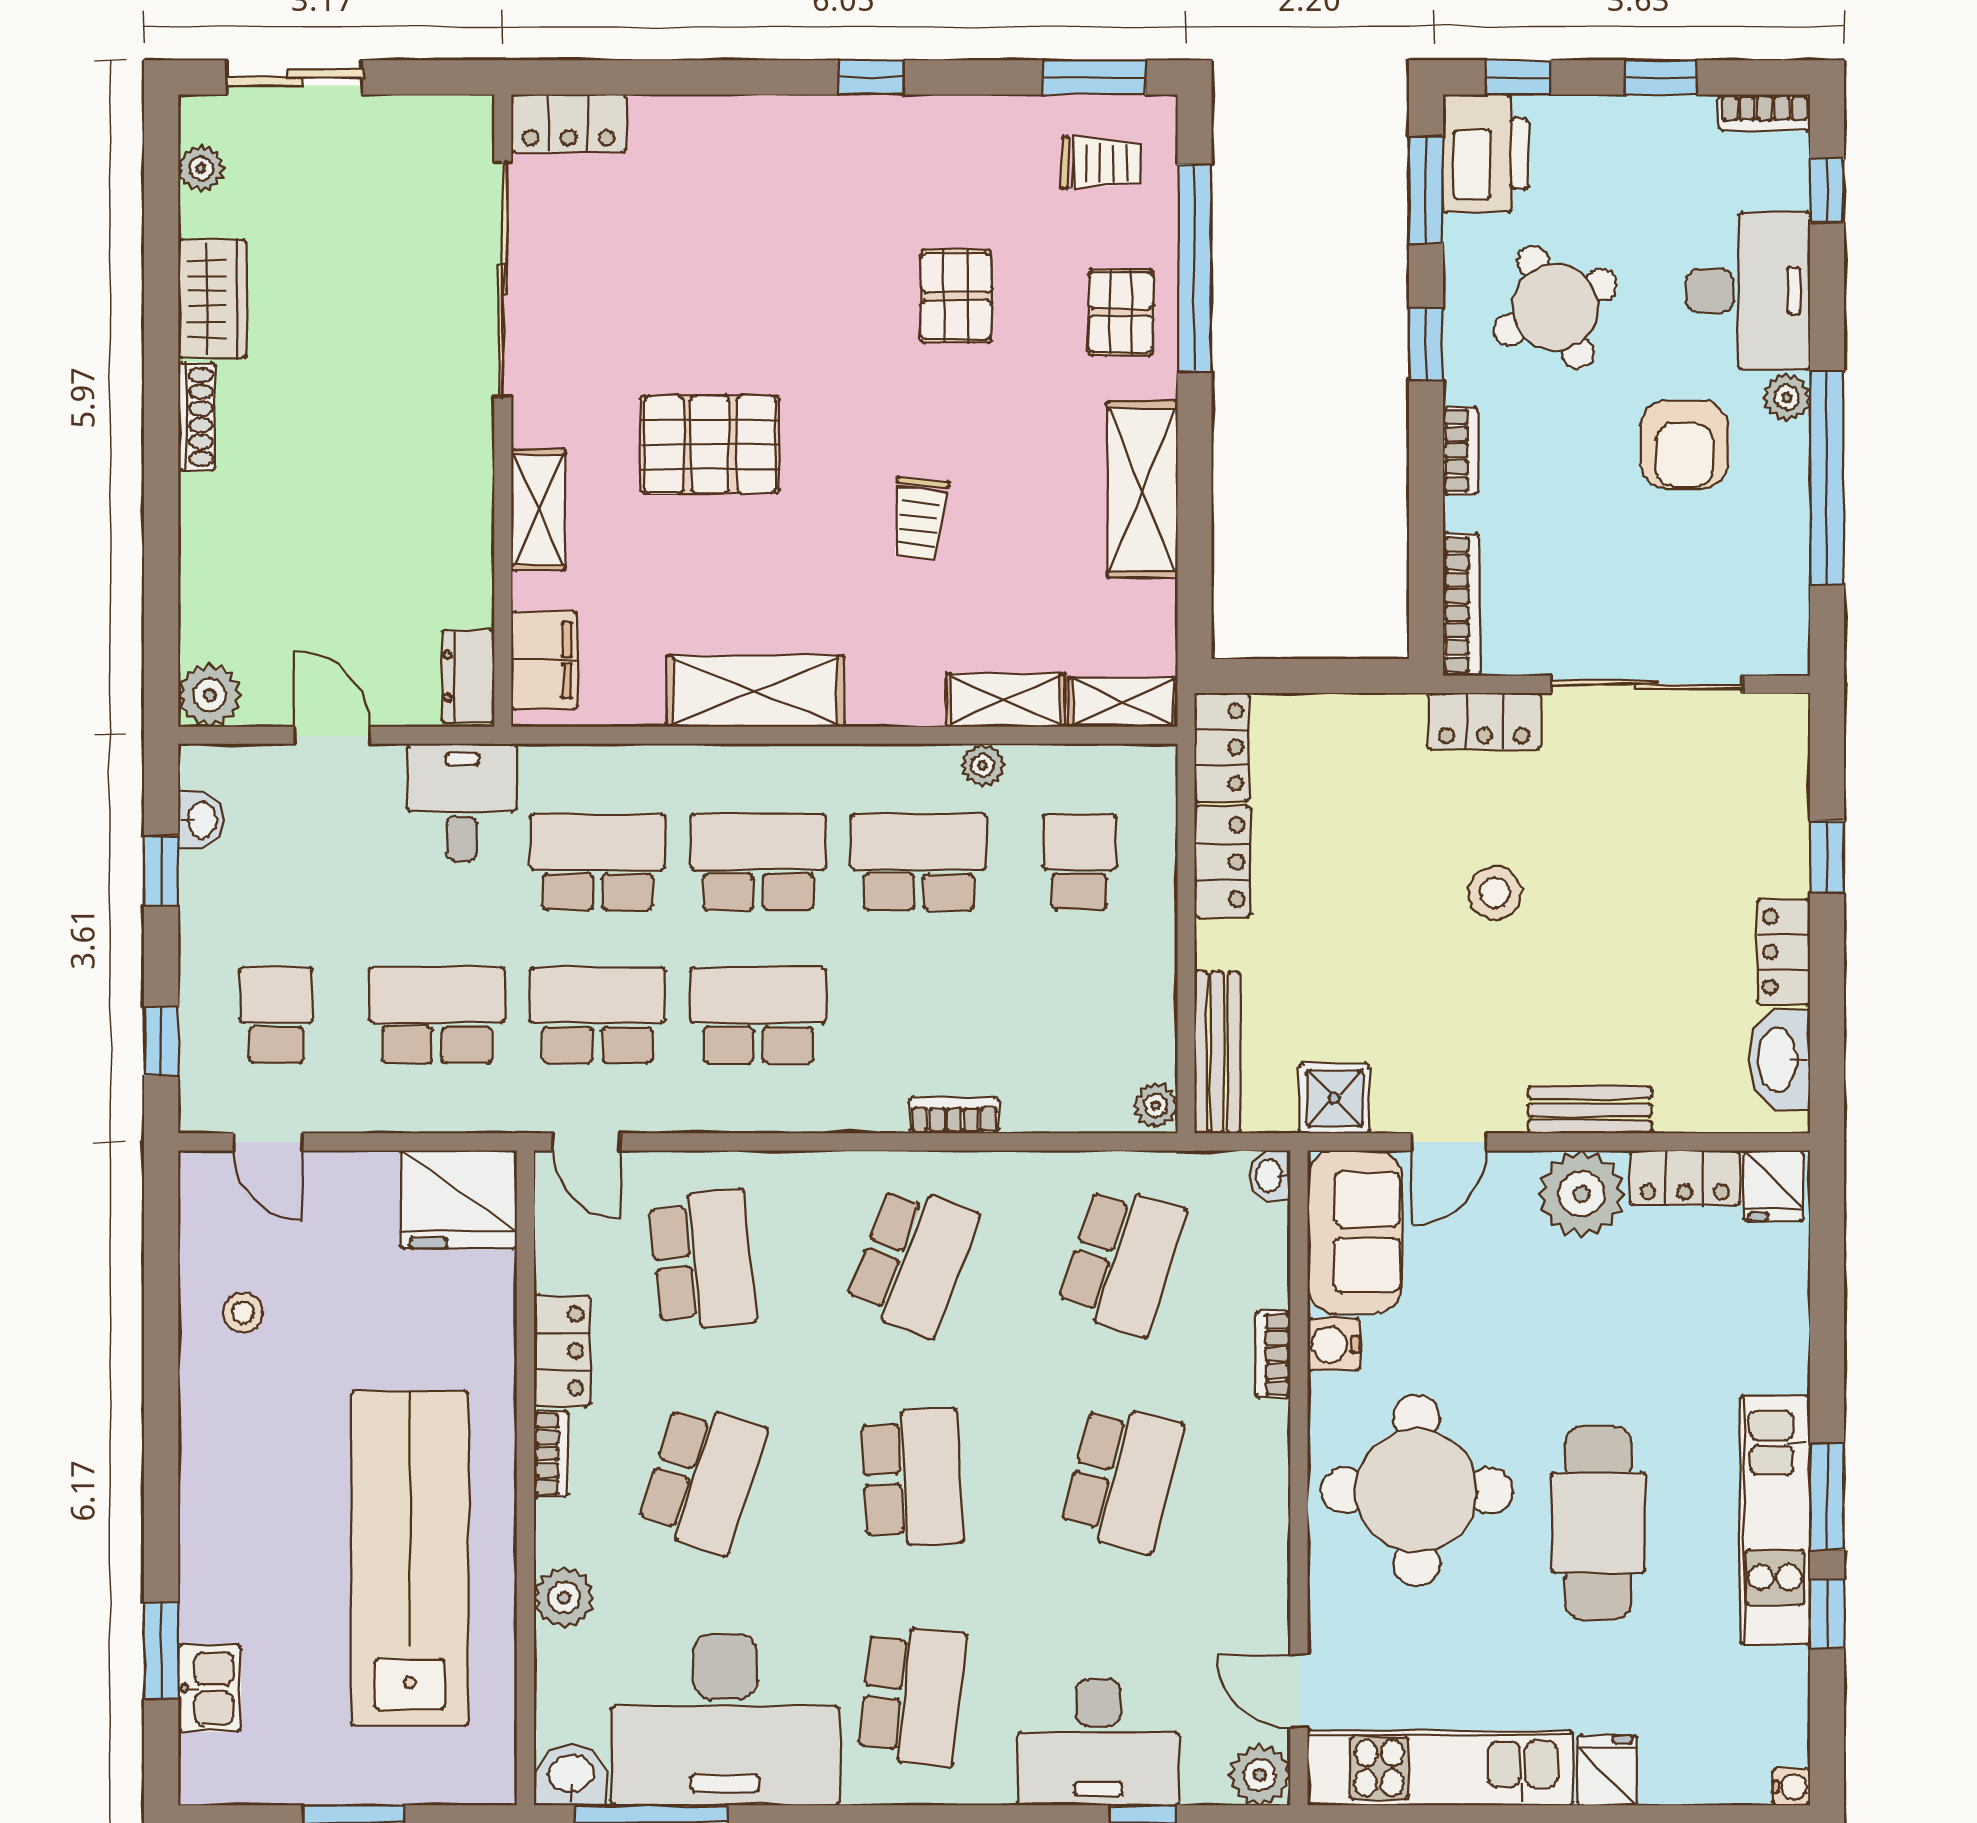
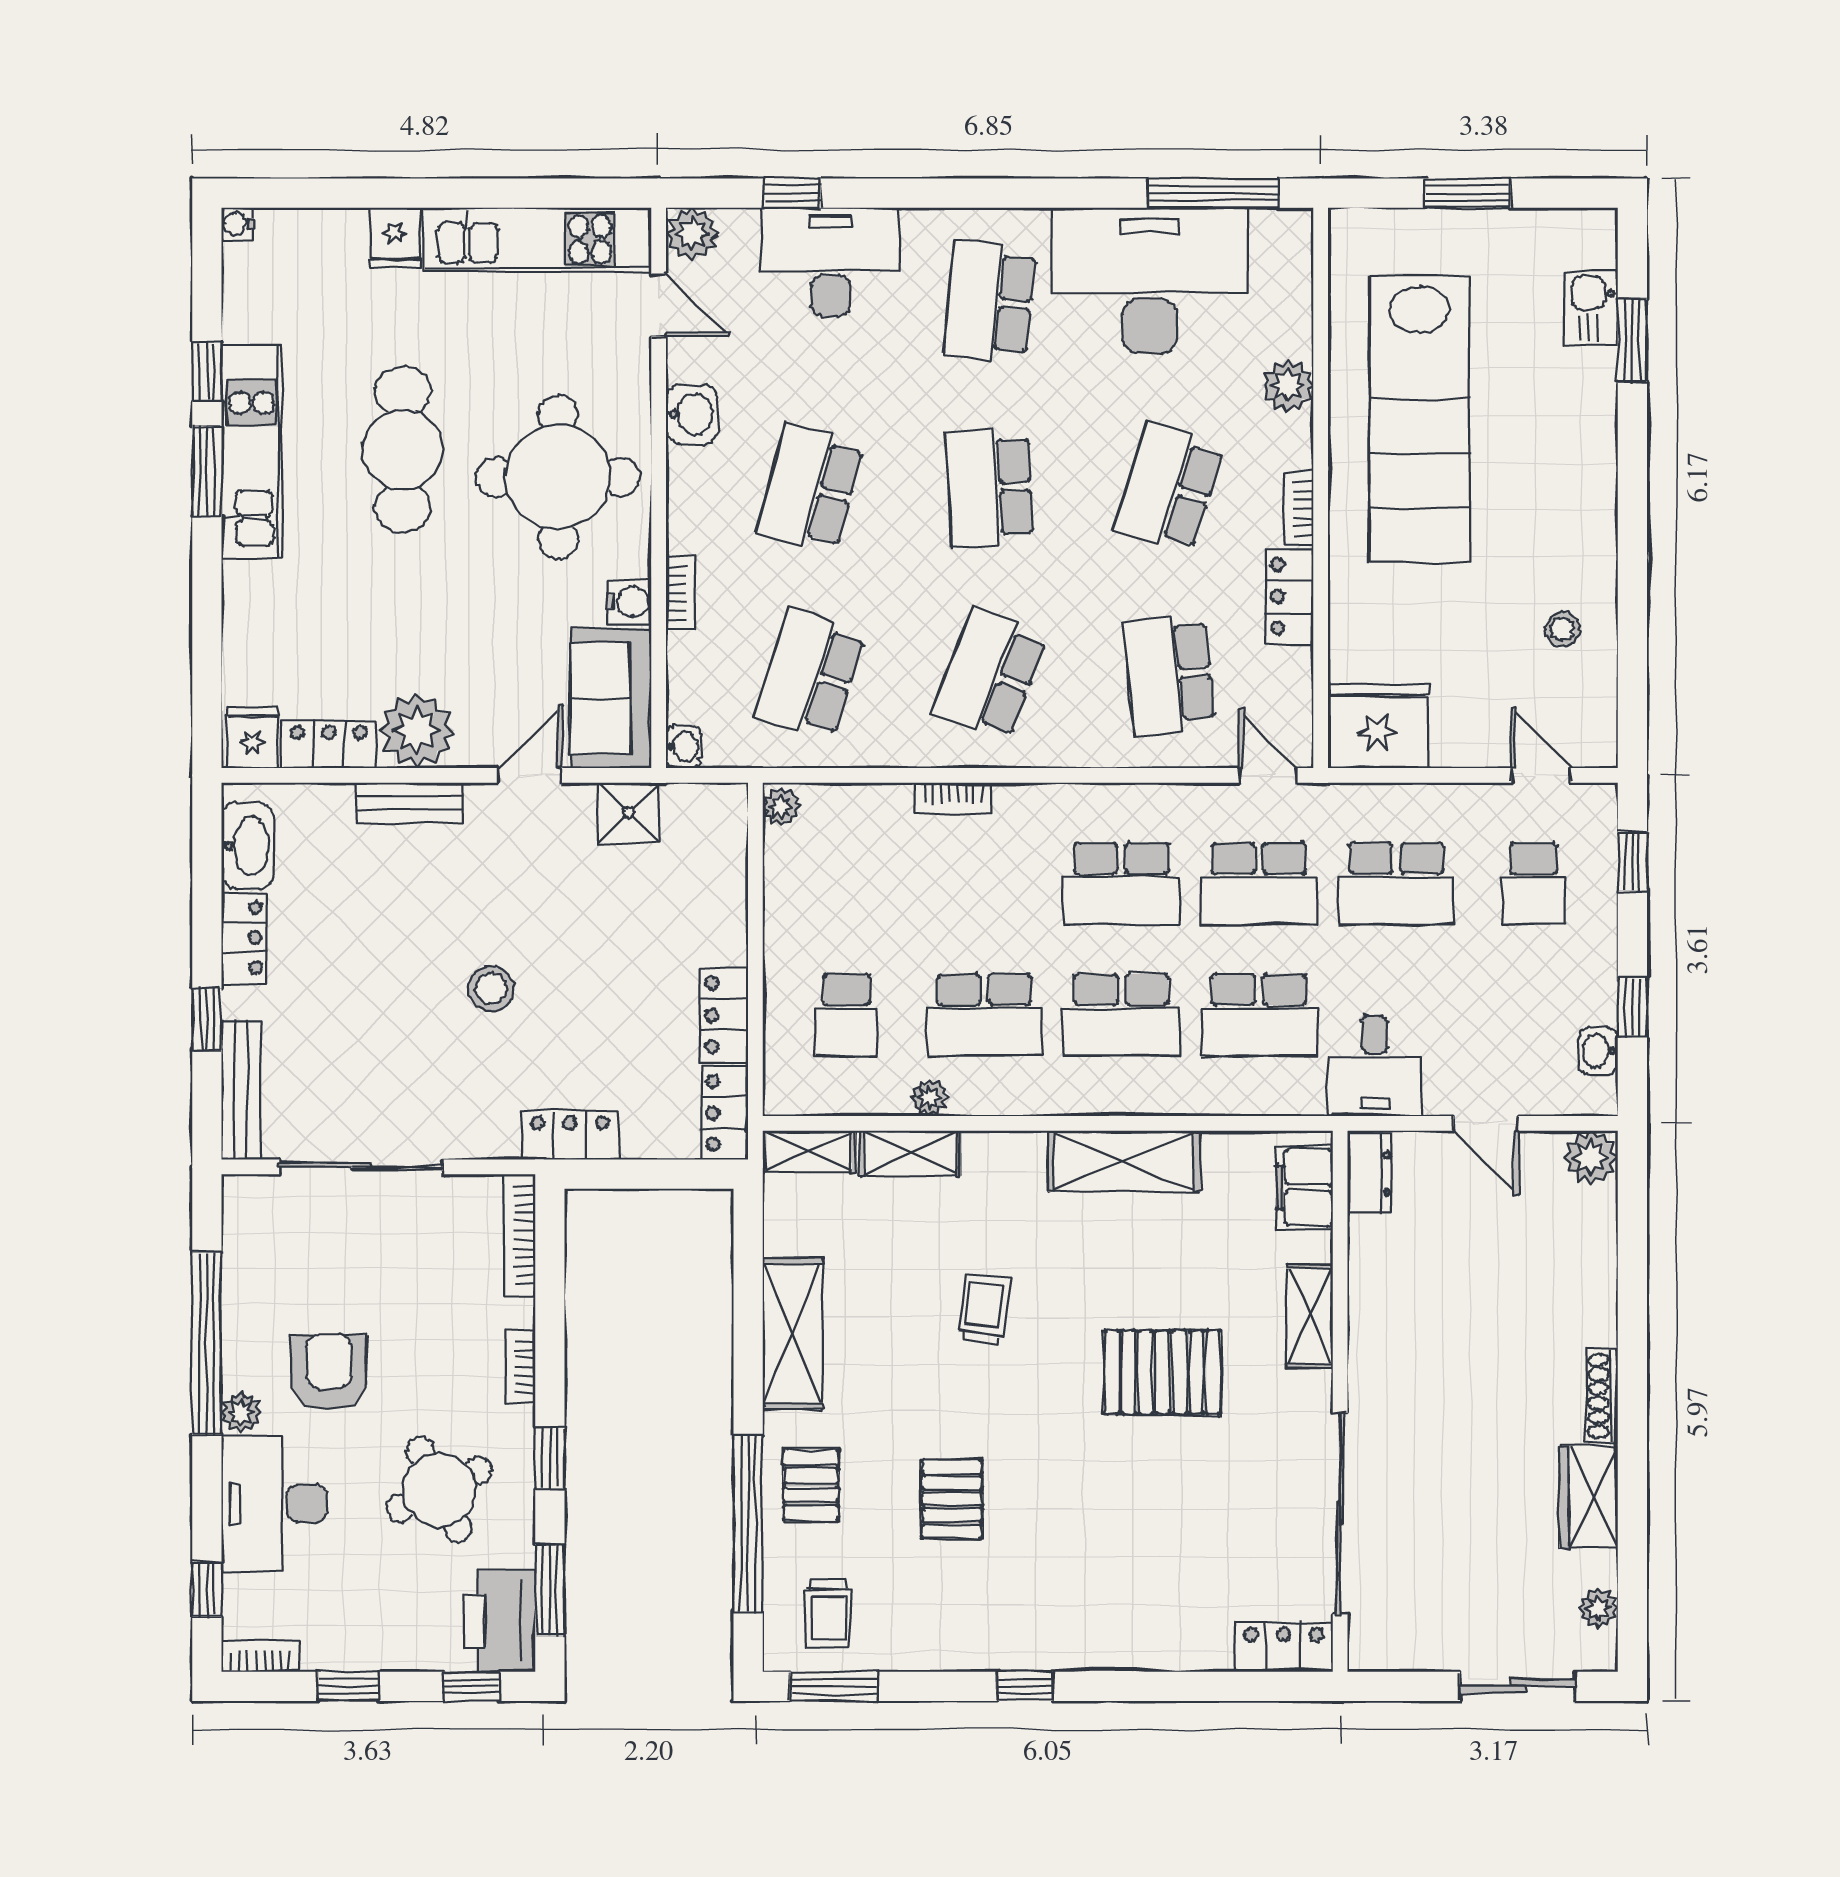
trolley: (1101, 163) -> (828, 1613), turned -90
locker: (1484, 721) -> (570, 1135), moved
bench: (1217, 1052) -> (241, 1090), moved
washbasin: (571, 1775) -> (692, 414), moved, turned -90

